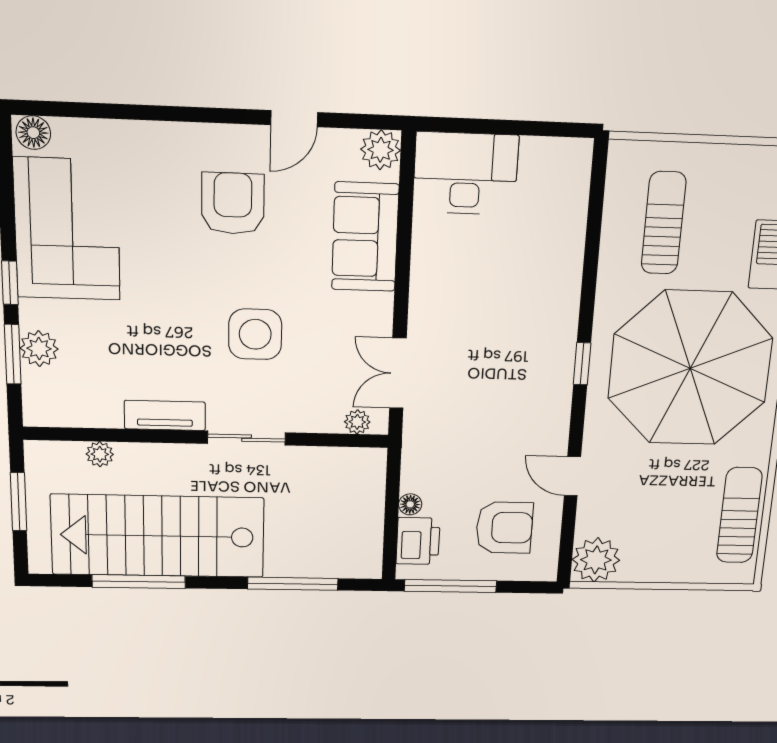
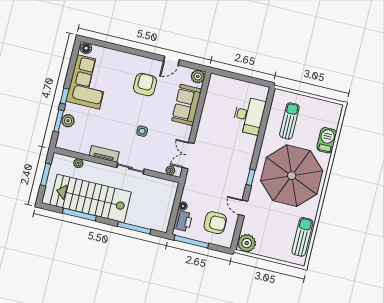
desk: (466, 173) -> (249, 116), moved, turned 90
side table: (255, 334) -> (142, 131), width x0.54, depth x0.54
window: (582, 364) -> (251, 177), moved

